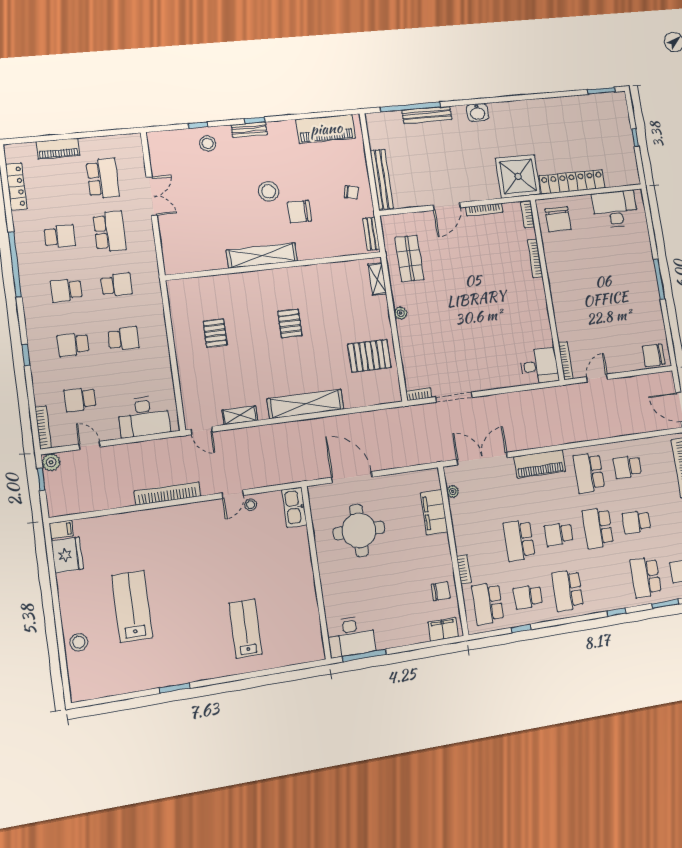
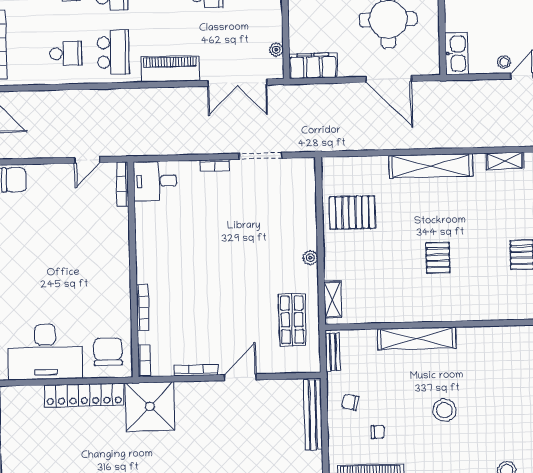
desk: (615, 209) -> (45, 352), width x1.36, depth x1.30
chair: (299, 212) -> (378, 432), moved, width x0.54, depth x0.54
shelving: (262, 256) -> (417, 338), moved
bookcase: (419, 394) -> (215, 165), moved
filing cabinet: (434, 512) -> (313, 66), moved, turned -90

